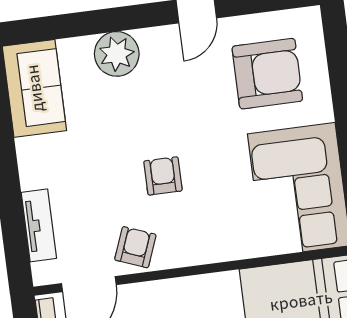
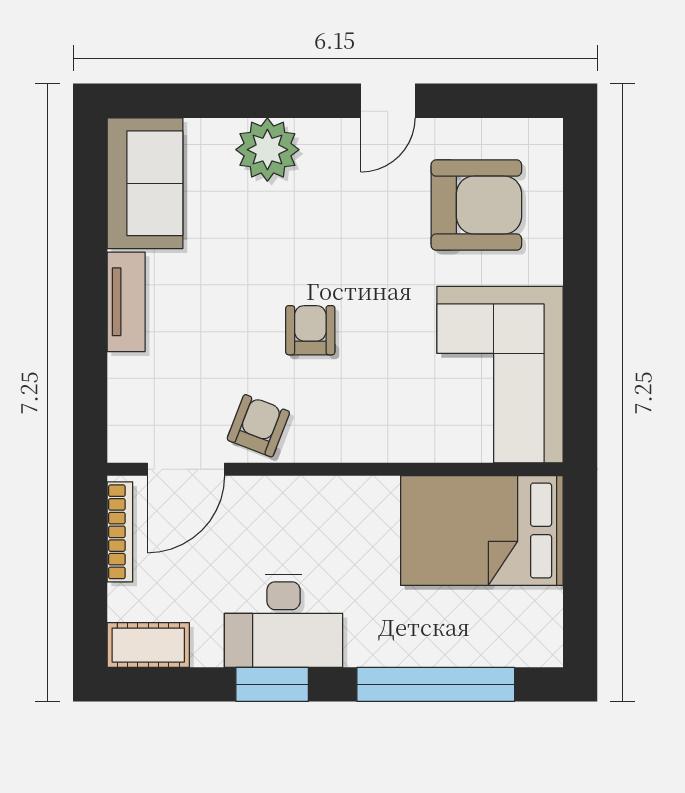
tv unit: (39, 225) -> (126, 302), moved

